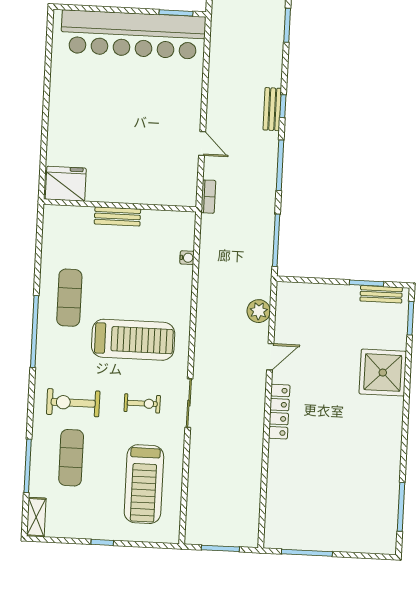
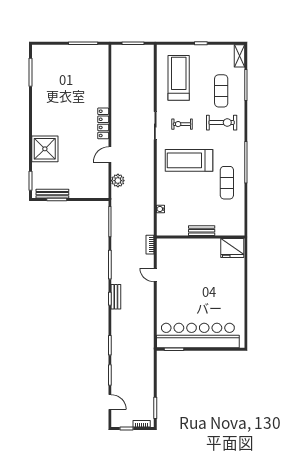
bench: (381, 294) -> (52, 194), width x1.36

